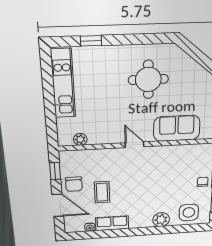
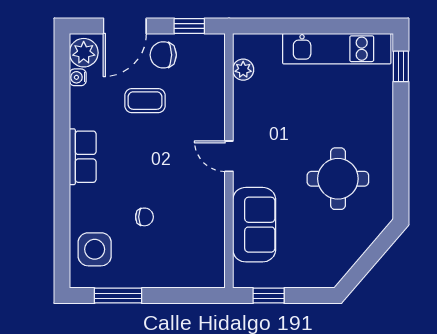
window: (91, 41) -> (401, 66), moved
door: (135, 145) -> (229, 156), swing flipped
chair: (203, 182) -> (144, 217), moved
plant: (161, 220) -> (84, 53), moved
row of seats: (112, 223) -> (83, 157), moved

